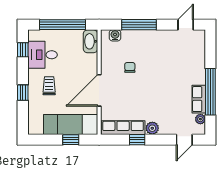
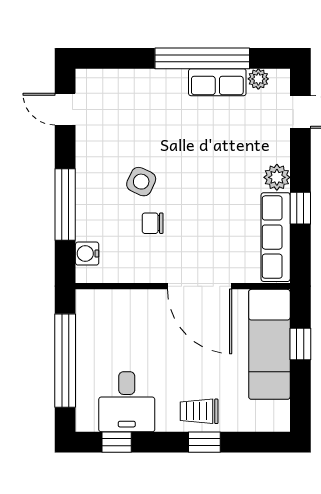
washbasin: (90, 41) -> (99, 304), removed
side table: (150, 62) -> (141, 182), added
trolley: (49, 86) -> (199, 411), moved

